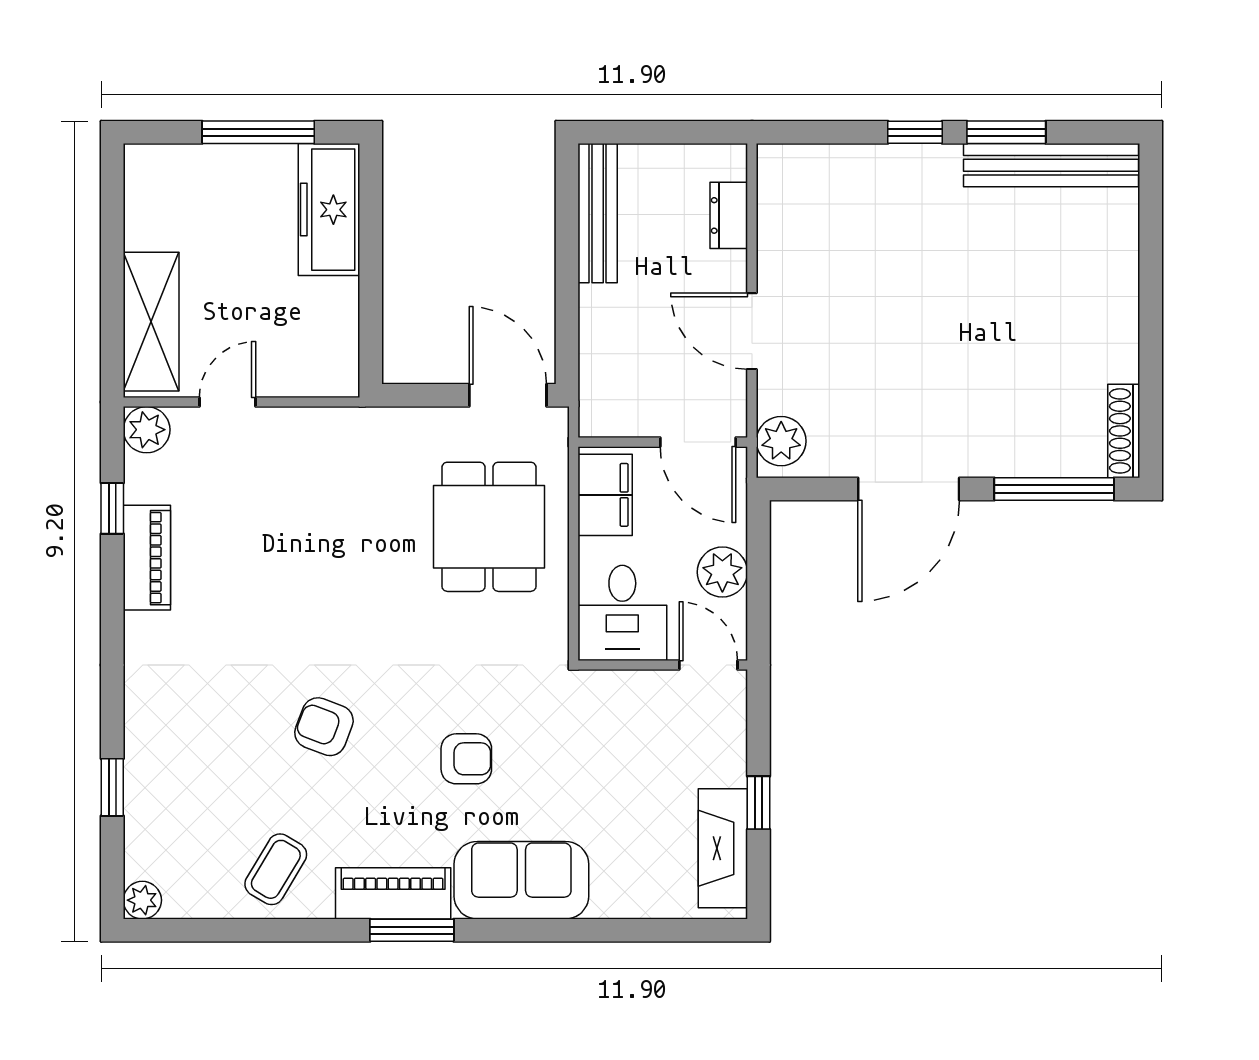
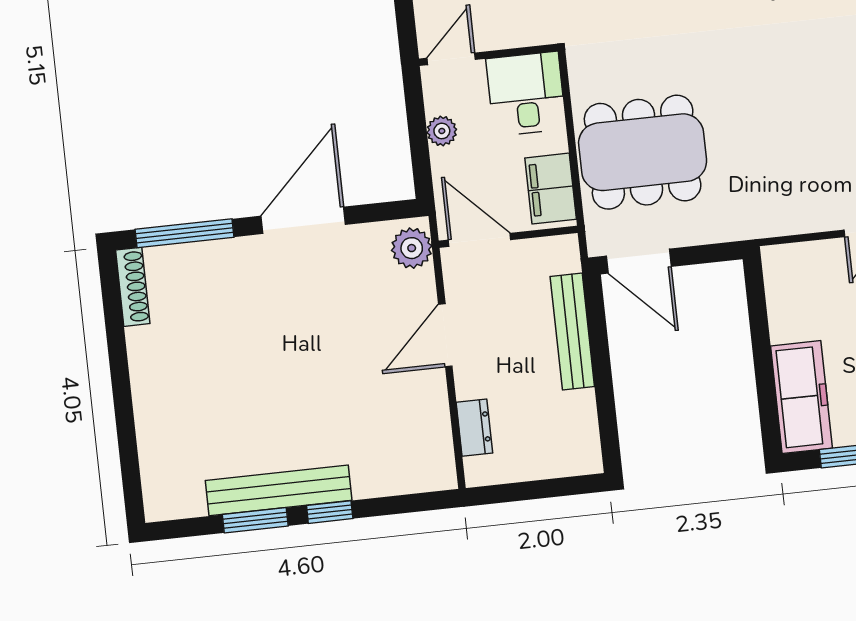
bench: (1051, 165) -> (279, 490), moved
bench: (598, 213) -> (572, 331), moved
door: (752, 331) -> (445, 335), swing flipped
dining table: (489, 527) -> (643, 152), width x1.37
plant: (722, 572) -> (442, 131), width x0.73, depth x0.73
door: (708, 665) -> (451, 59), swing flipped

